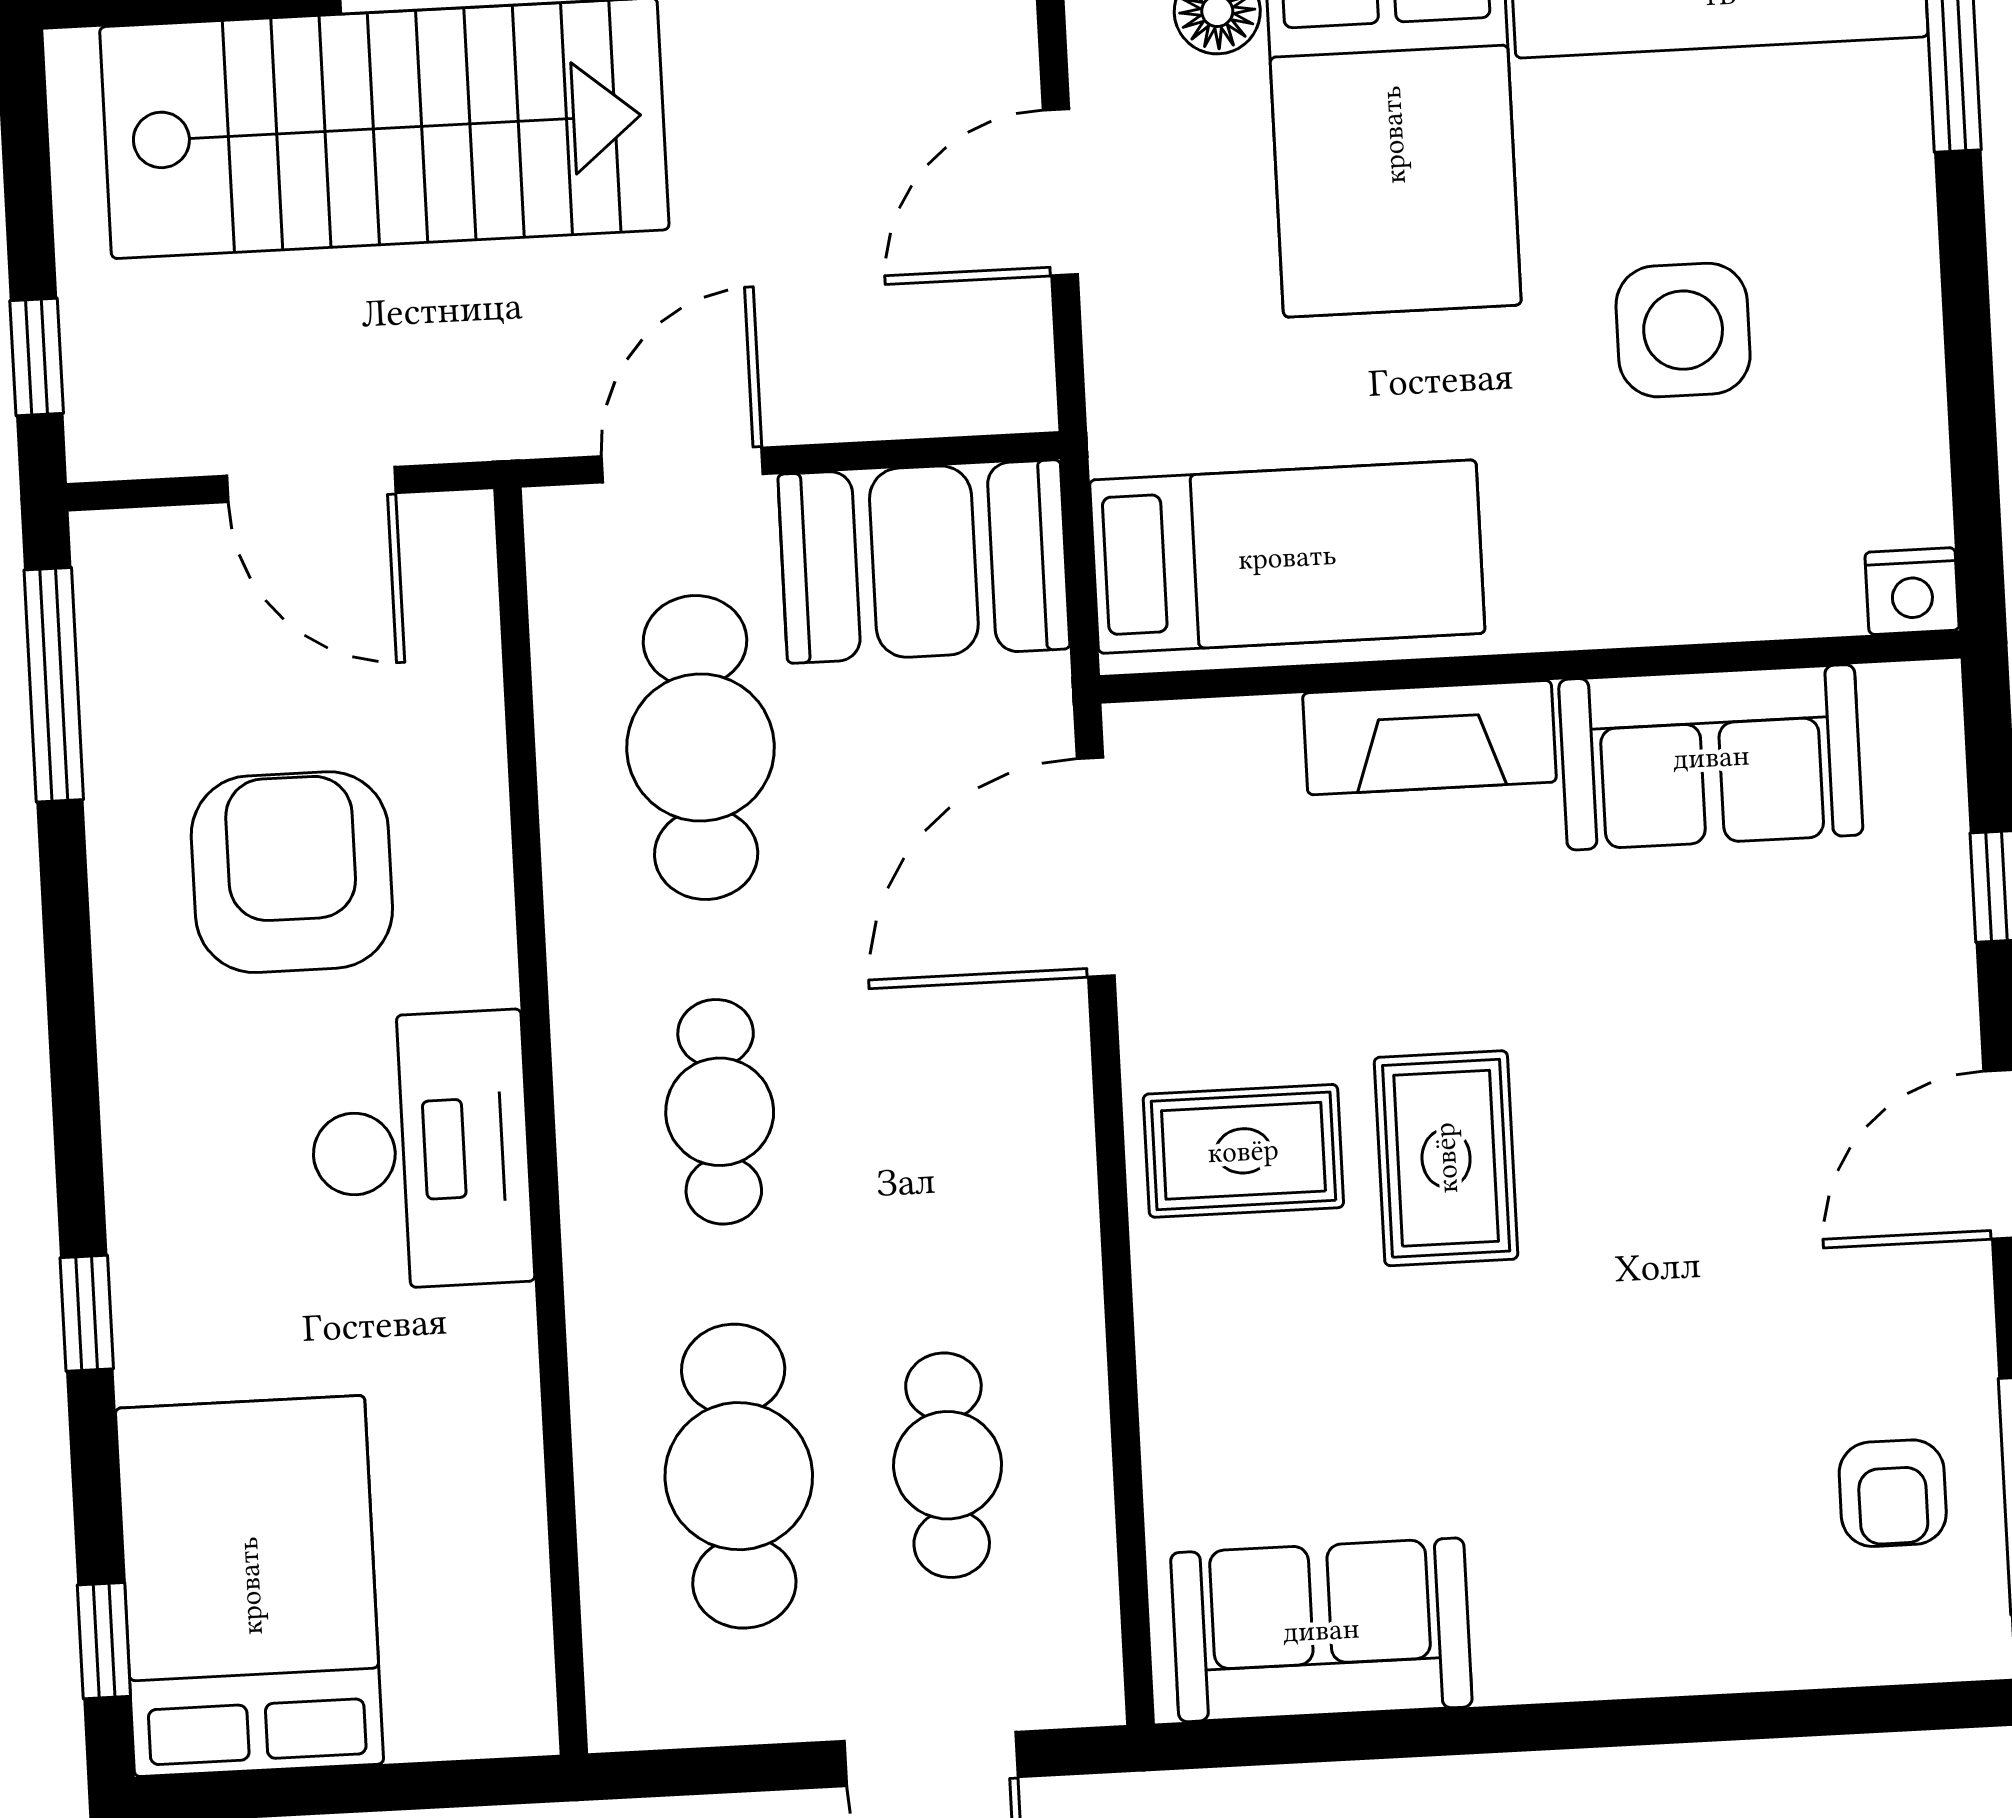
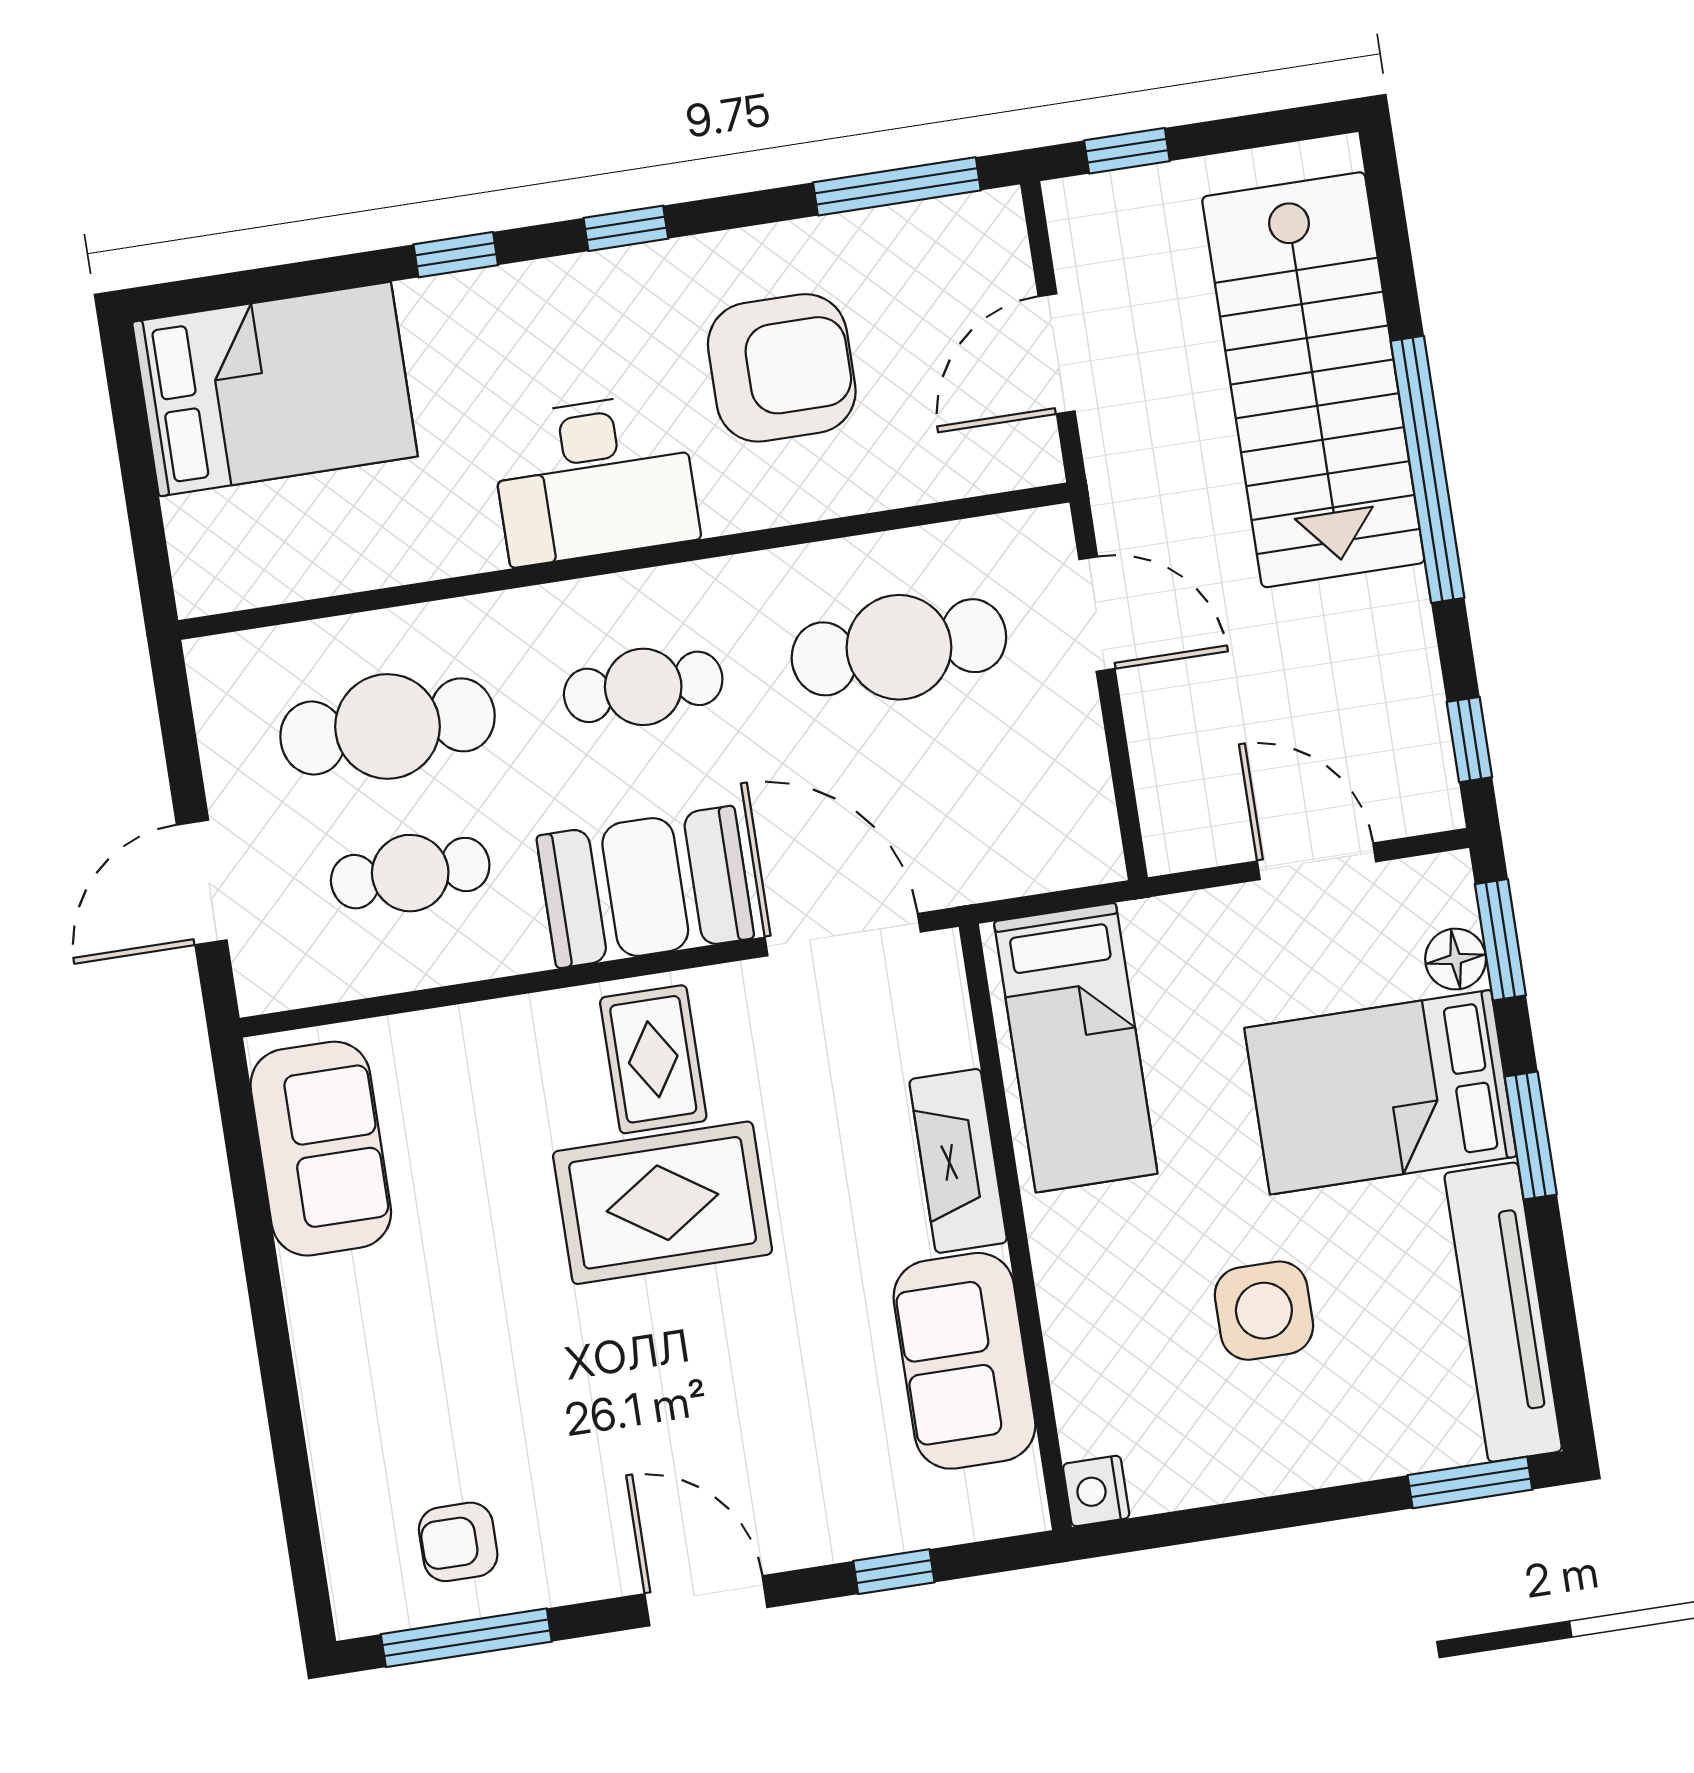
booth: (924, 562) -> (645, 887), moved, turned 90
rug: (1446, 1158) -> (663, 1203), width x1.36, depth x1.43
window: (104, 1641) -> (626, 228), moved

